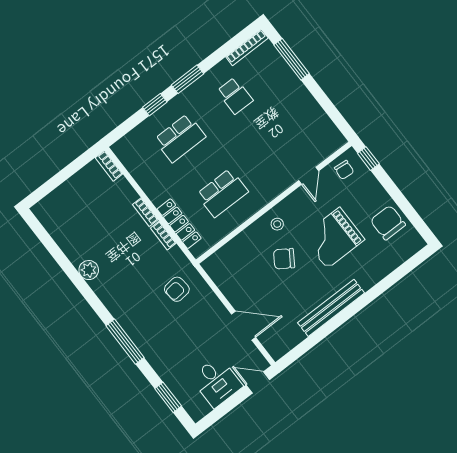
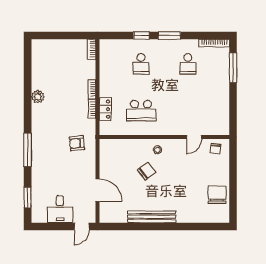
school desk: (180, 138) -> (141, 64), width x0.54
window: (368, 159) -> (233, 153), removed
locker: (179, 224) -> (105, 109), width x0.66
grand piano: (333, 238) -> (182, 180), removed
chair: (284, 259) -> (147, 171), turned 109
door: (258, 382) -> (82, 226), swing flipped

